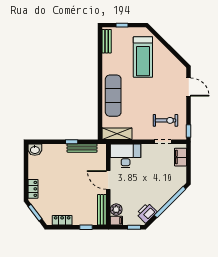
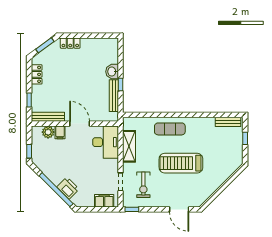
treadmill: (143, 57) -> (181, 163), moved
door: (189, 87) -> (179, 209), hinge flipped
exercise mat: (113, 96) -> (170, 129), width x0.73, depth x0.69
shelving: (117, 134) -> (129, 146), moved
washbasin: (35, 150) -> (112, 72), moved
door: (108, 180) -> (80, 124), hinge flipped
printer: (147, 213) -> (68, 188), moved
filing cabinet: (116, 221) -> (60, 132), moved

